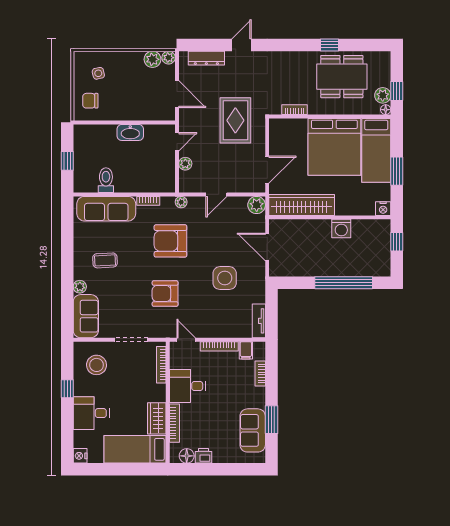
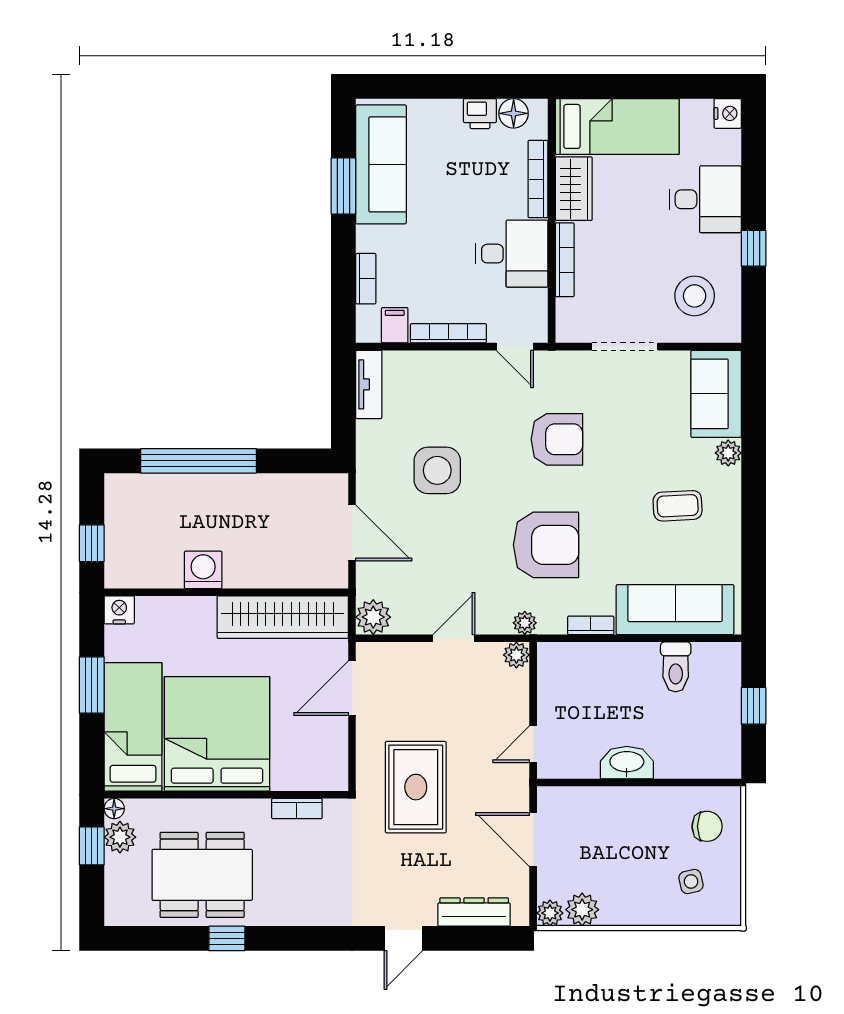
plant: (185, 164) -> (516, 655), moved
bookcase: (161, 365) -> (565, 260), moved
sofa: (253, 430) -> (381, 164), width x1.36

